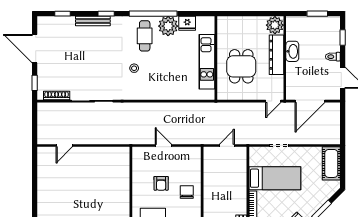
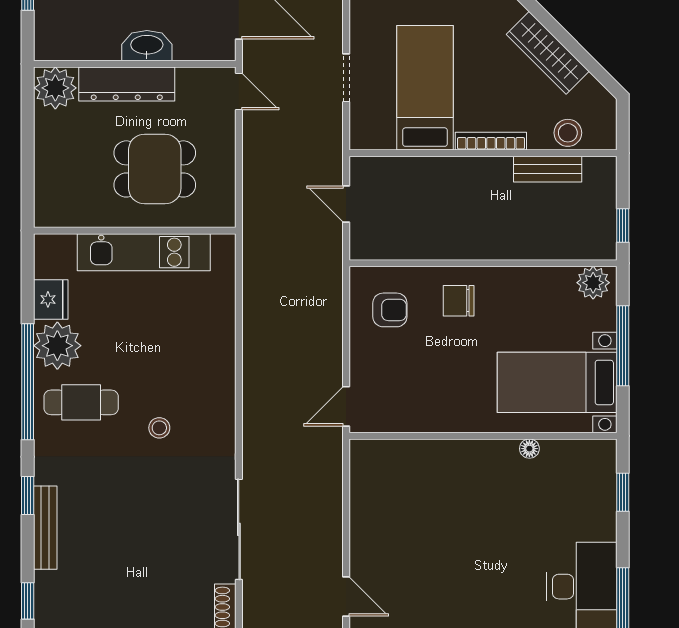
washbasin: (292, 51) -> (147, 46), moved
door: (163, 145) -> (346, 406), moved
armchair: (161, 183) -> (390, 310), moved

